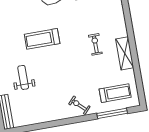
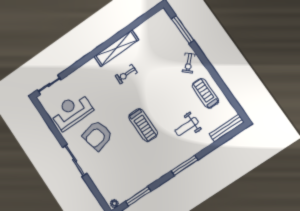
shelving: (125, 53) -> (116, 48), width x1.47
treadmill: (115, 93) -> (205, 93), moved

